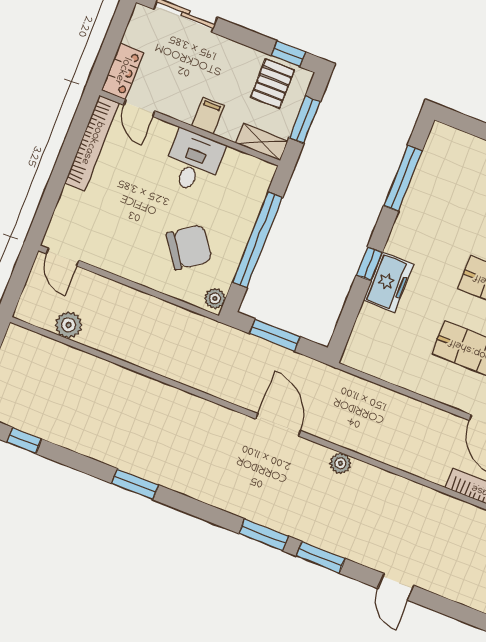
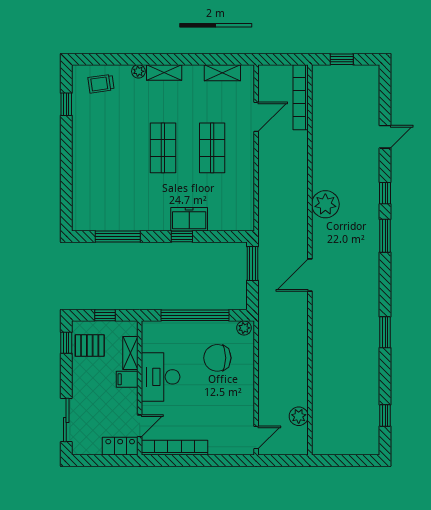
window: (305, 120) -> (105, 315), width x0.67
shelving: (262, 142) -> (130, 353), moved
desk: (193, 162) -> (161, 377), width x1.37
chair: (189, 247) -> (217, 358), turned -55
window: (275, 335) -> (253, 263), moved
door: (278, 425) -> (310, 275), moved
plant: (340, 463) -> (325, 204), width x1.87, depth x1.87
window: (321, 557) -> (385, 193), width x0.67

